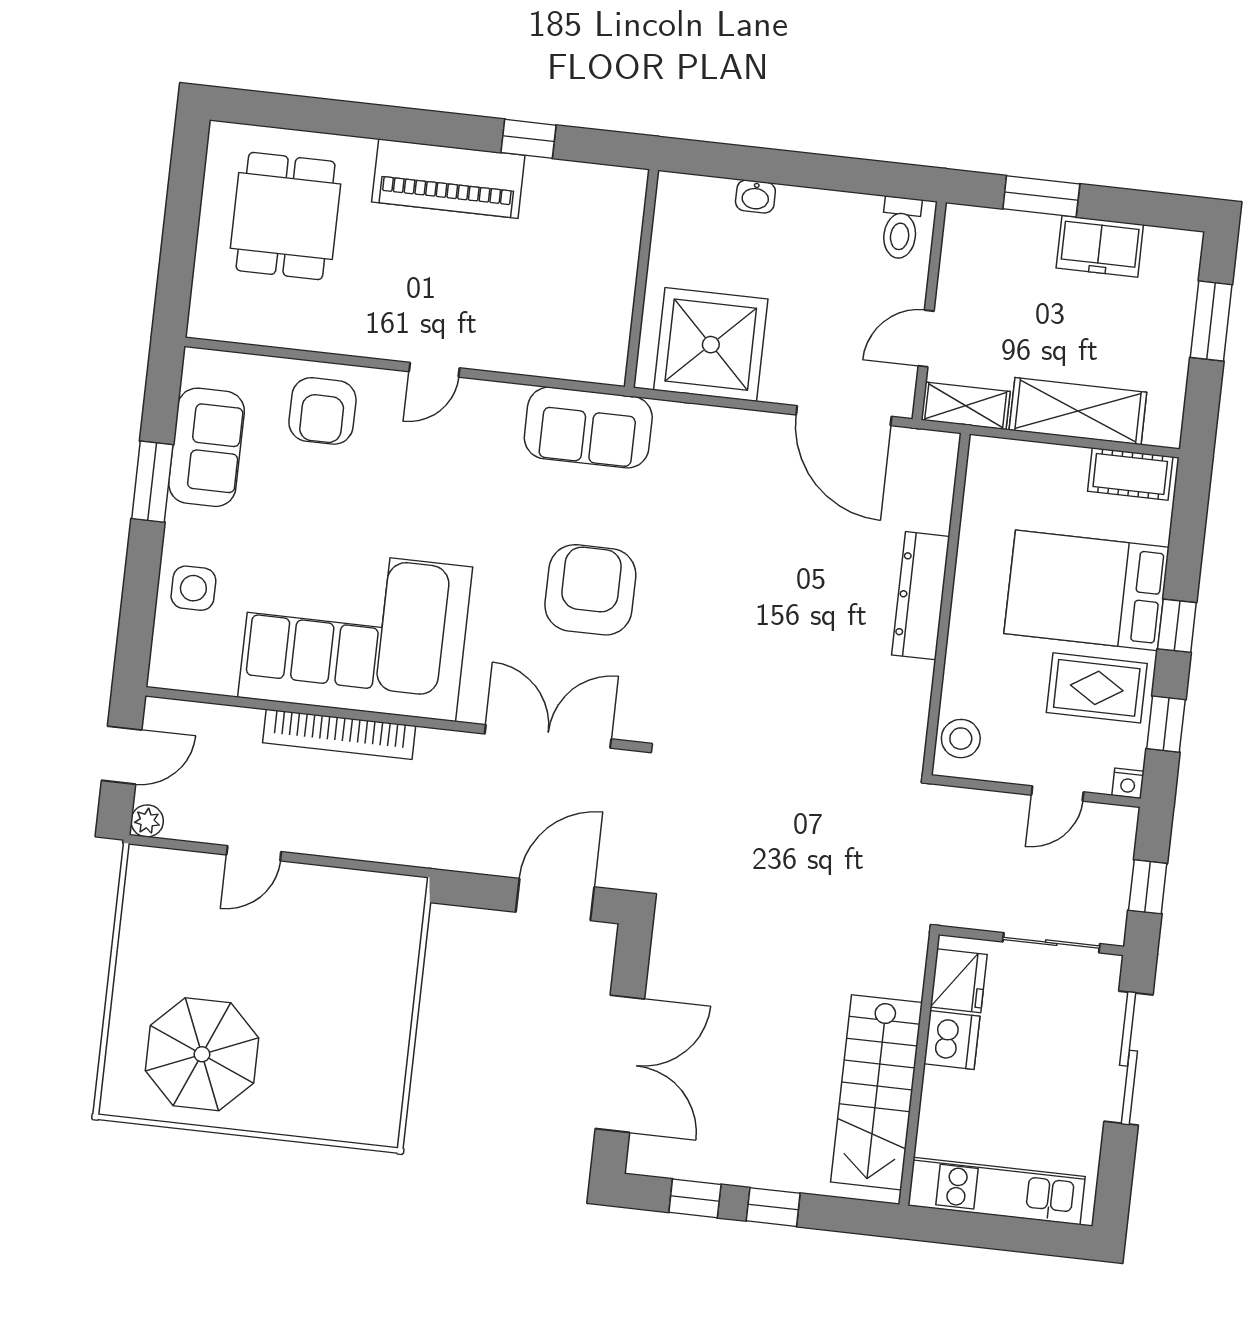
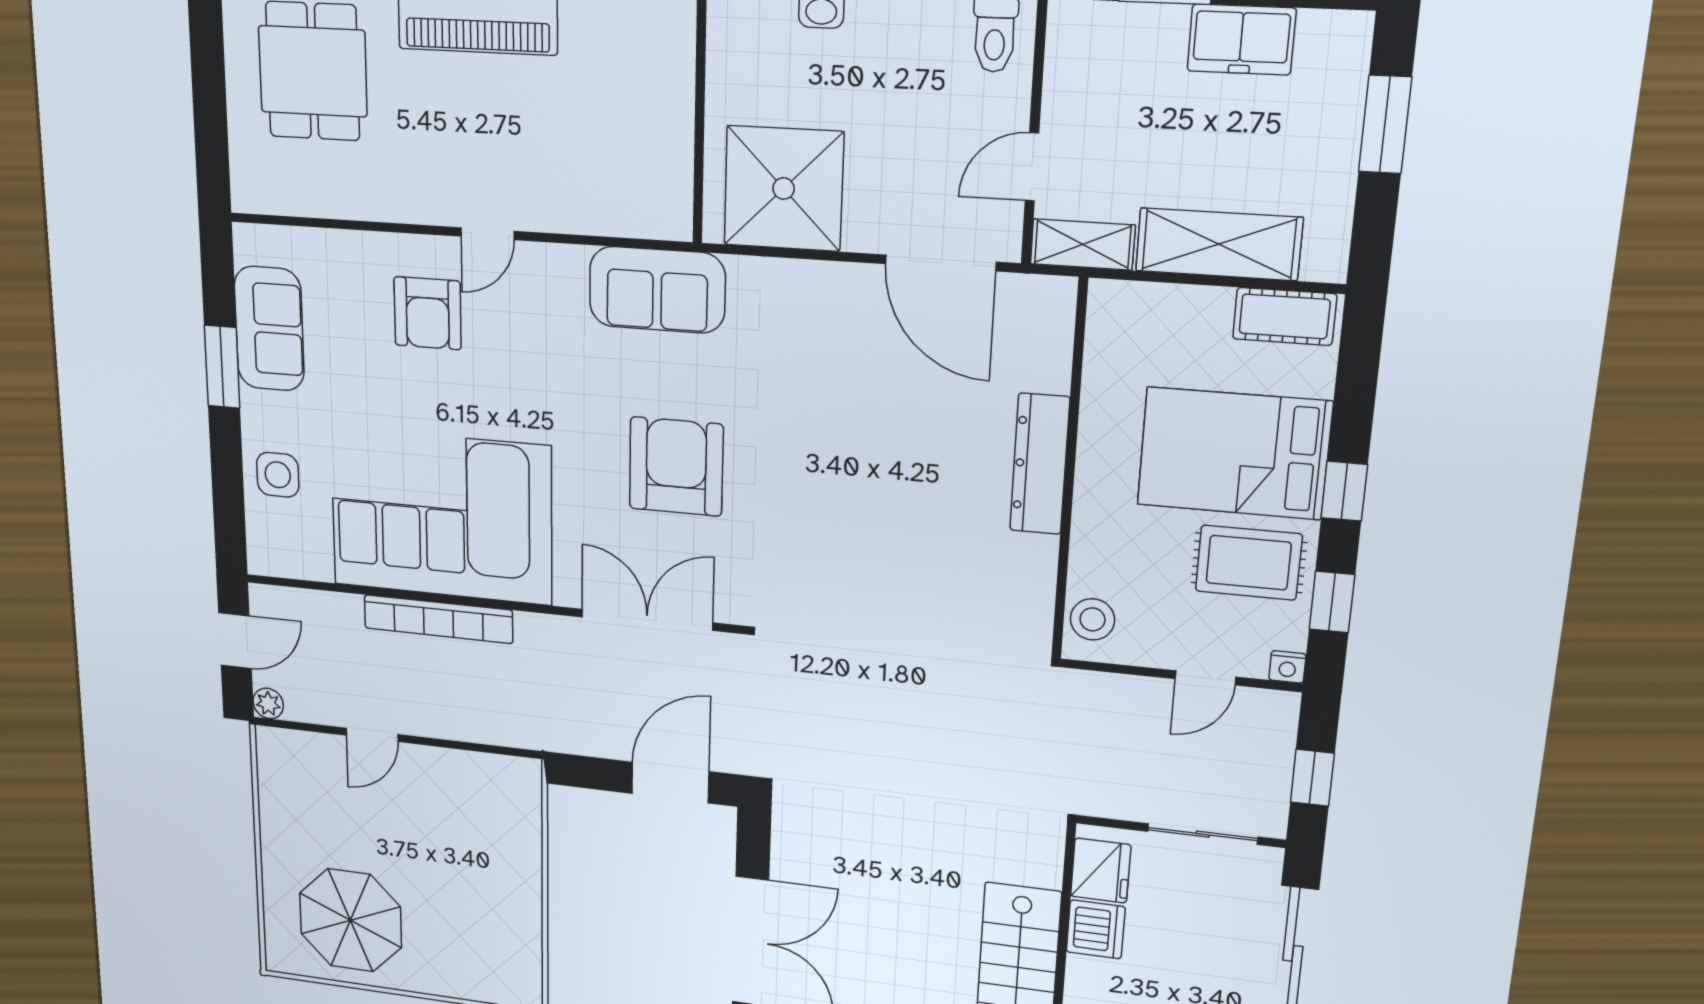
armchair: (322, 411) -> (428, 313), moved

